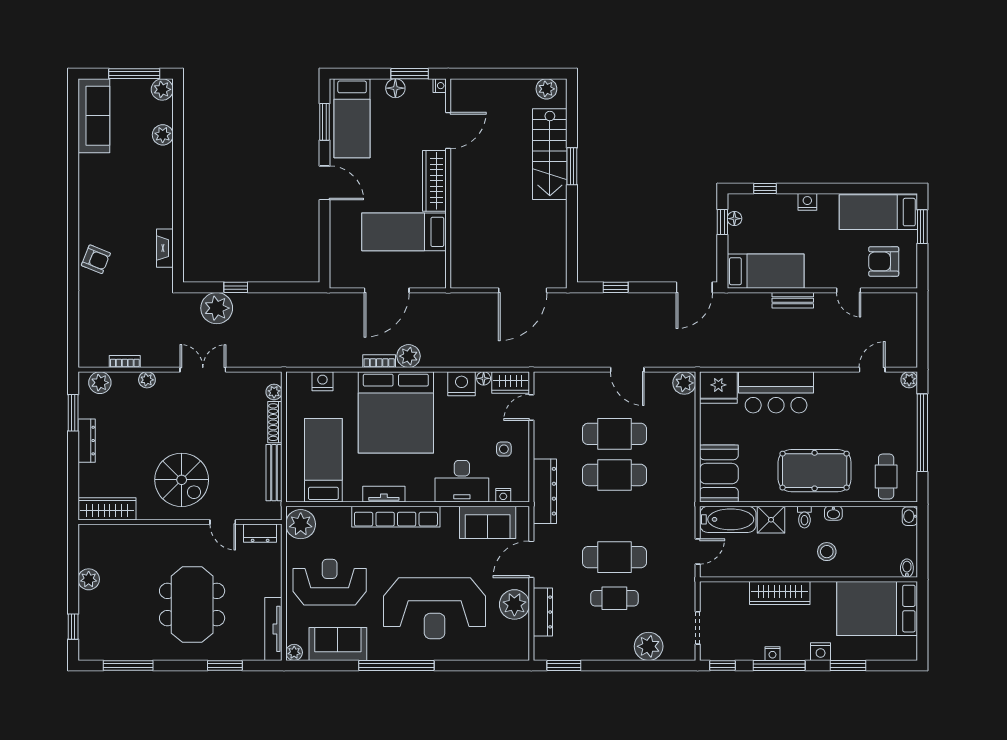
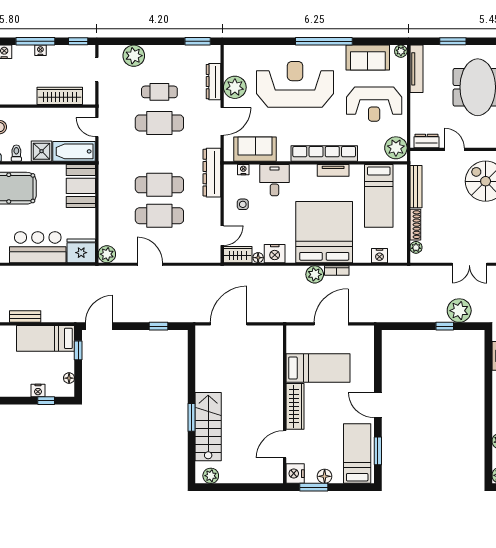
nightstand: (440, 86) -> (295, 474), width x1.89, depth x1.79
nightstand: (807, 202) -> (38, 391), moved
window: (722, 222) -> (78, 350), moved
desk: (462, 481) -> (274, 180), width x0.73
door: (698, 551) -> (97, 127), hinge flipped
wardrobe: (780, 593) -> (60, 96), moved

